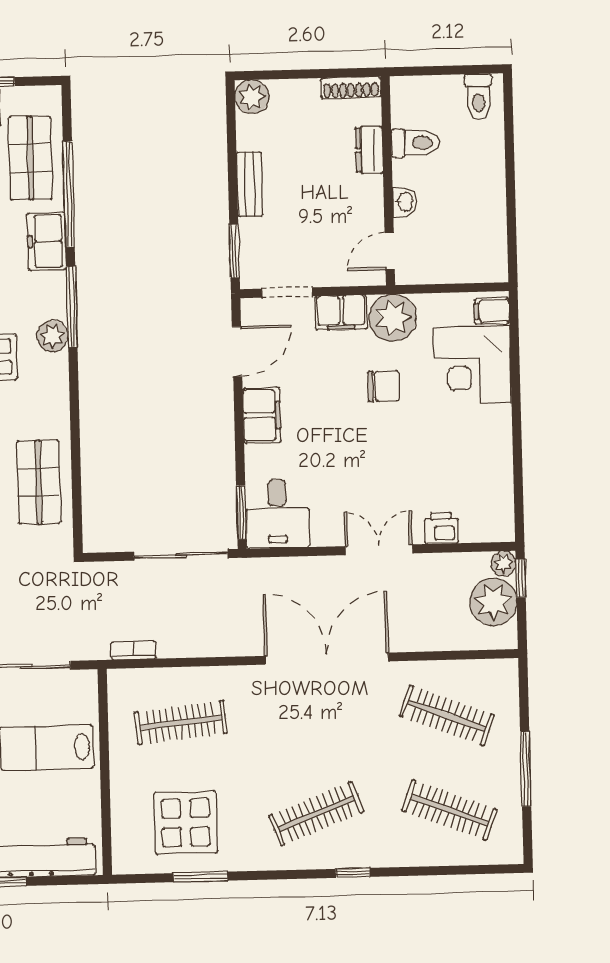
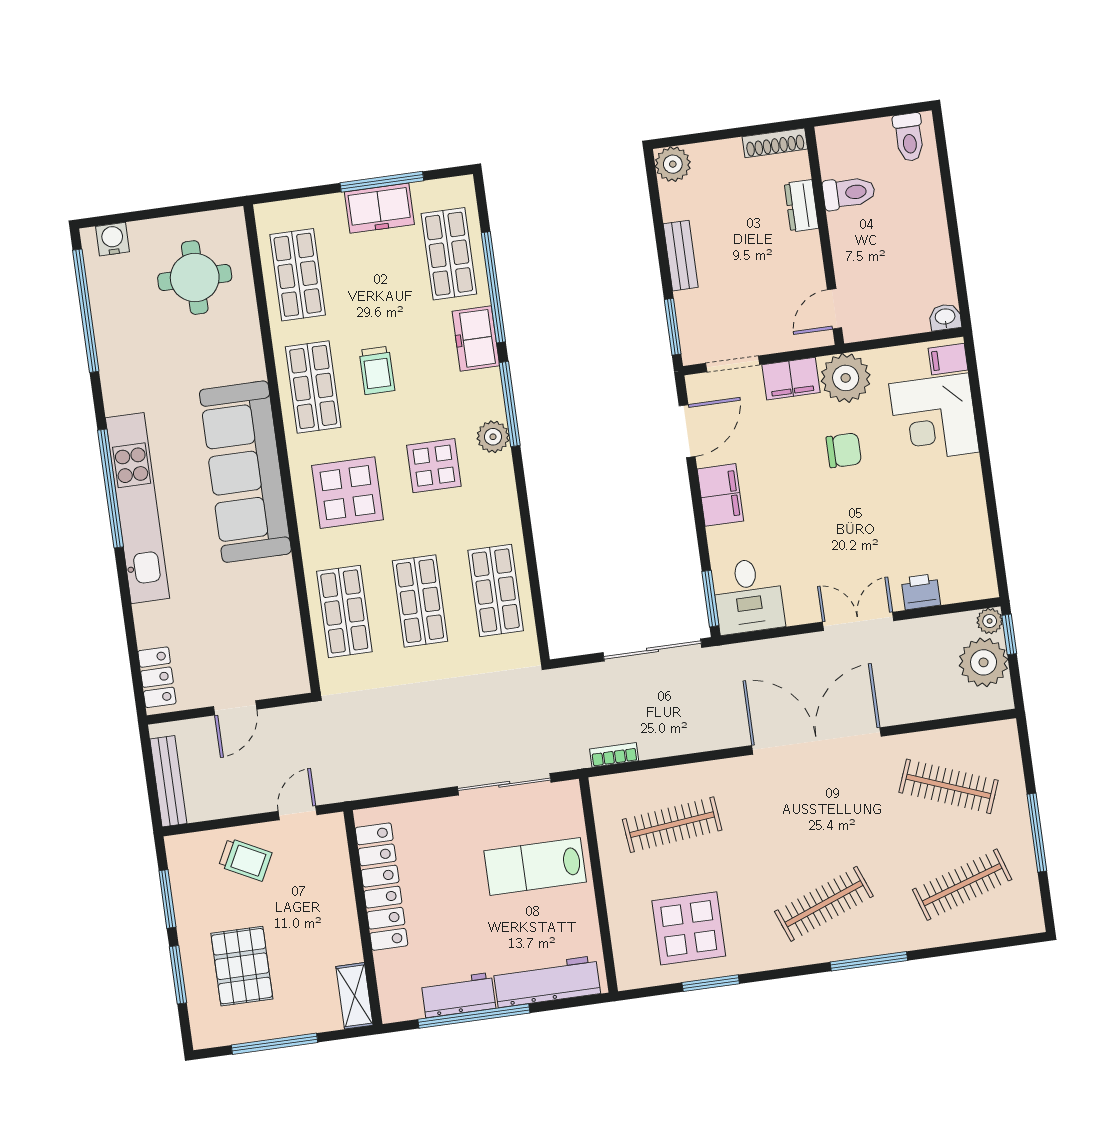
washbasin: (405, 202) -> (945, 317), moved, turned -90
clothes rail: (449, 810) -> (962, 885), turned -39
window: (353, 873) -> (869, 961), width x2.17

